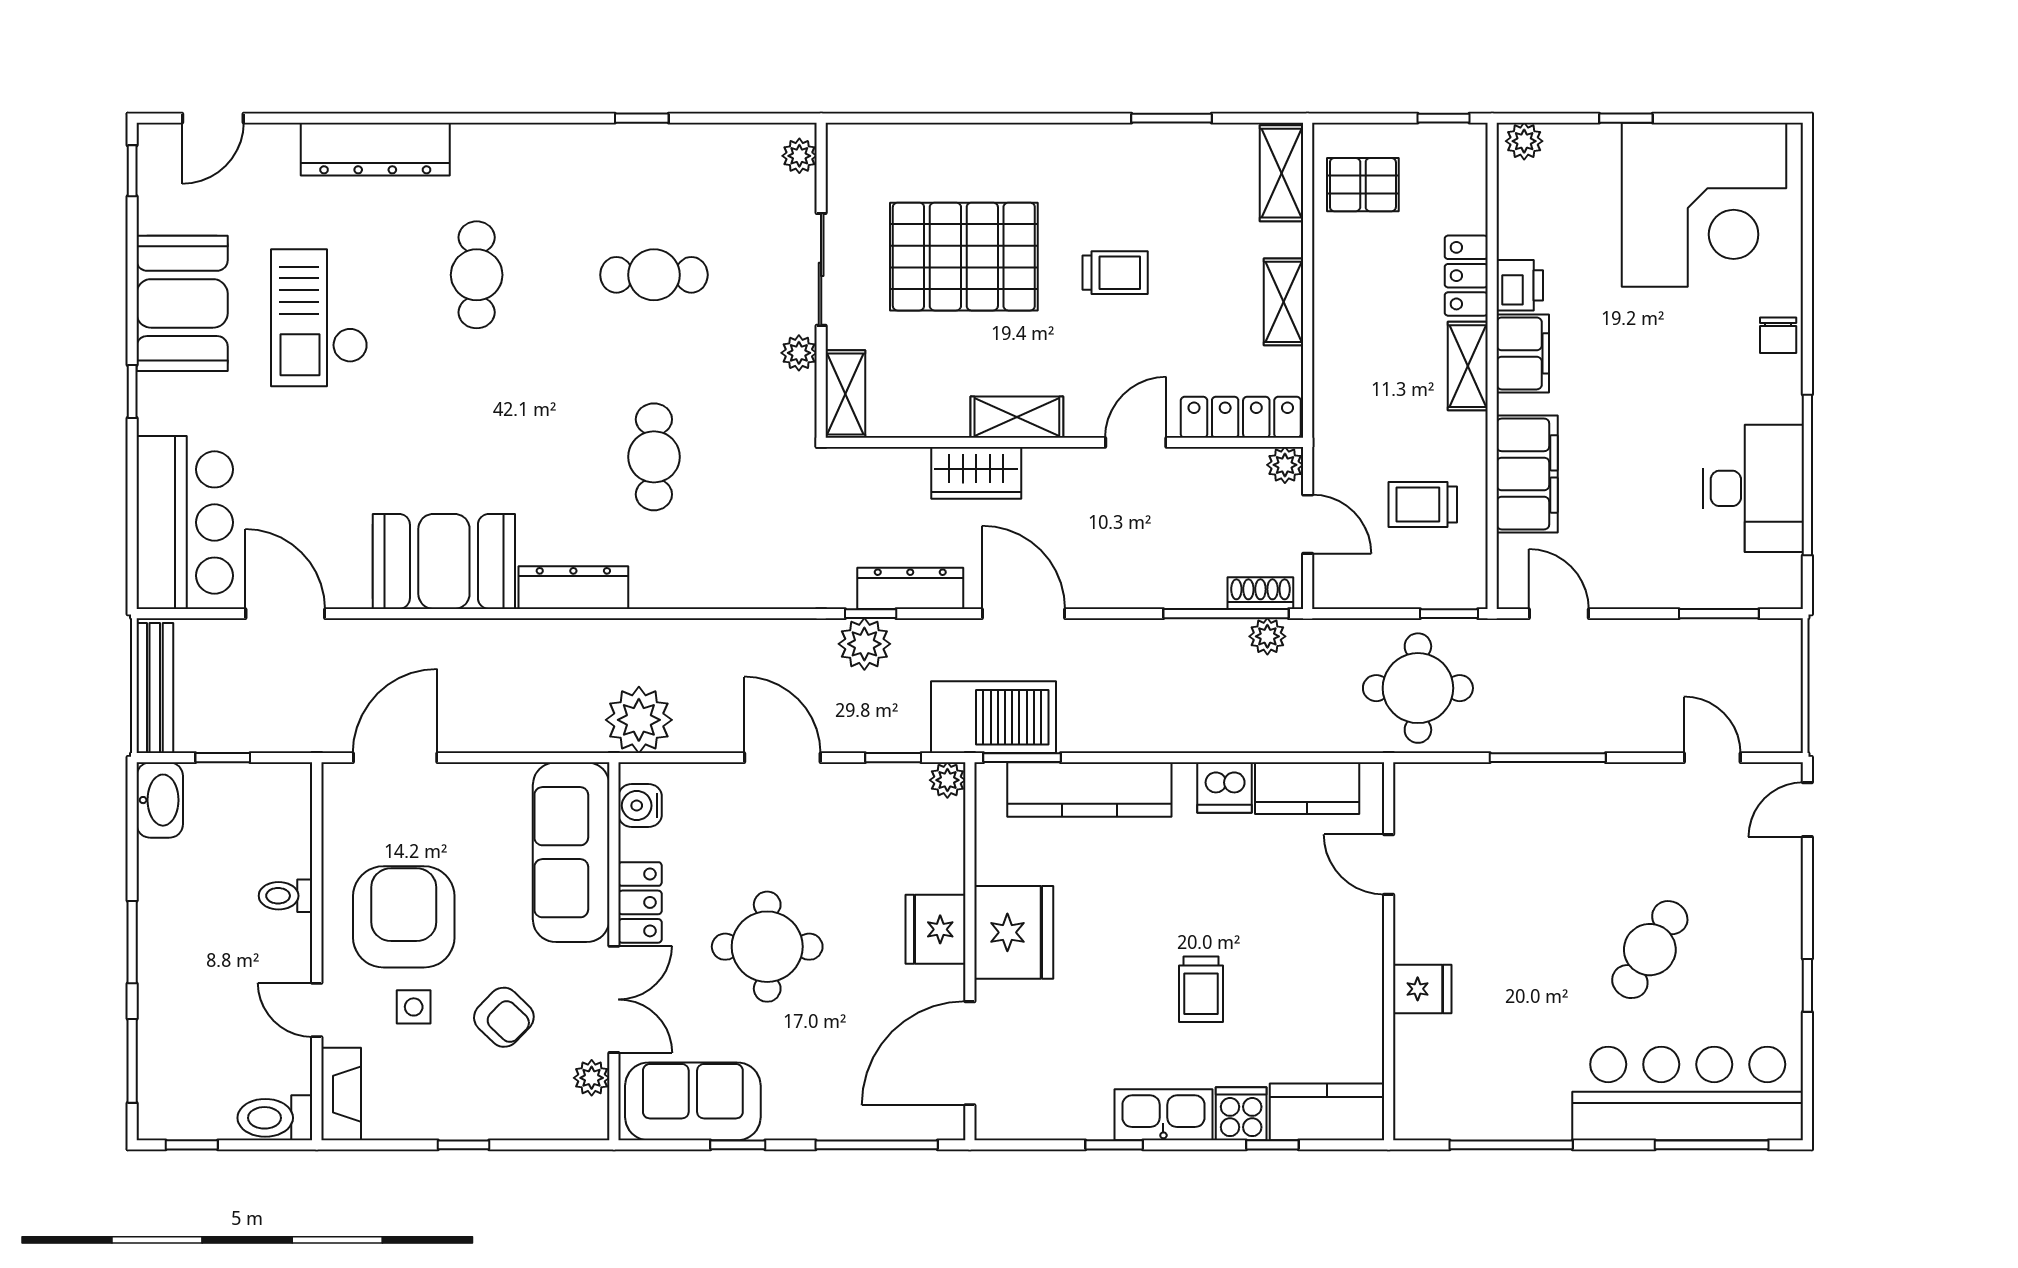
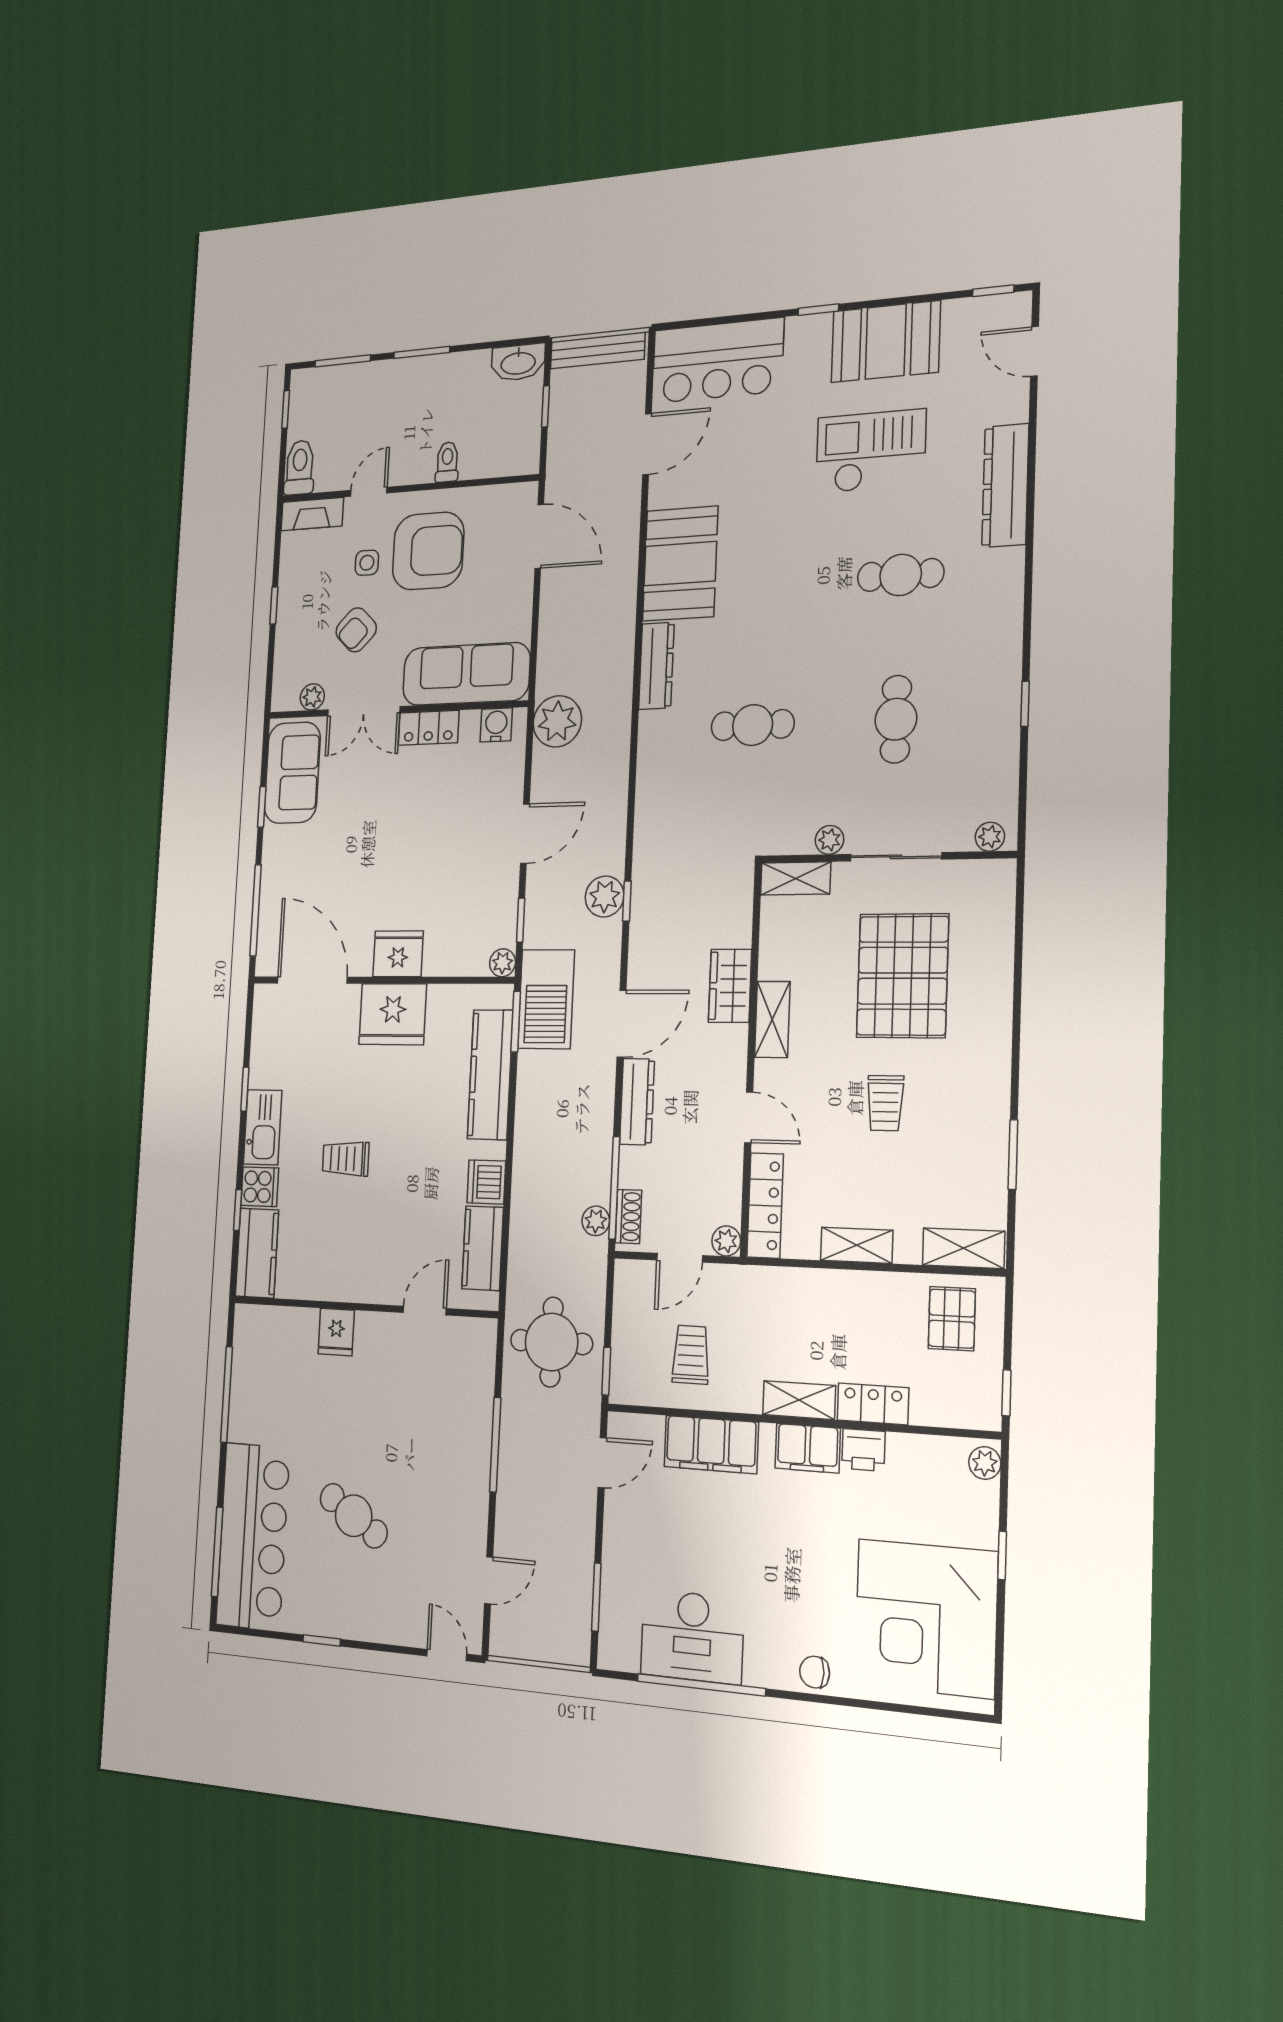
dresser: (910, 588) -> (637, 1102), moved
round table: (767, 947) -> (393, 825), removed

